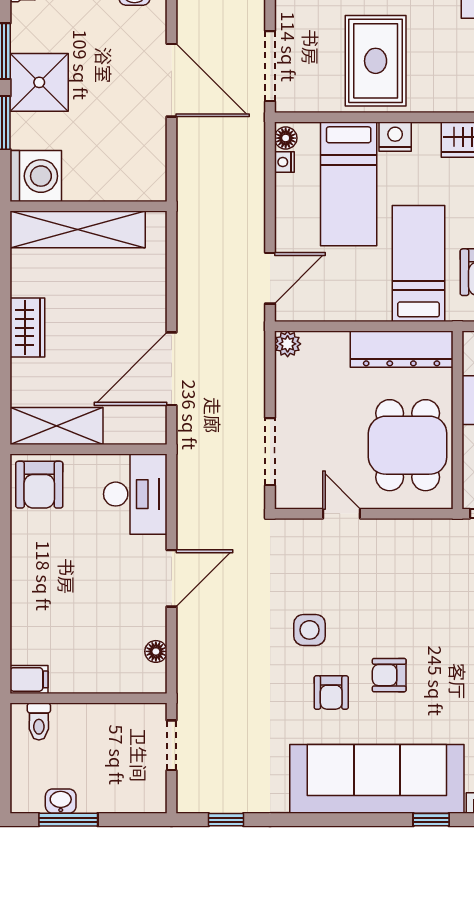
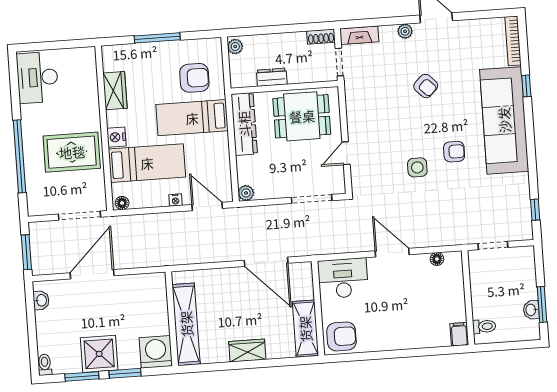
nightstand: (284, 162) -> (176, 200), moved
armchair: (389, 675) -> (426, 86), moved, turned -45

